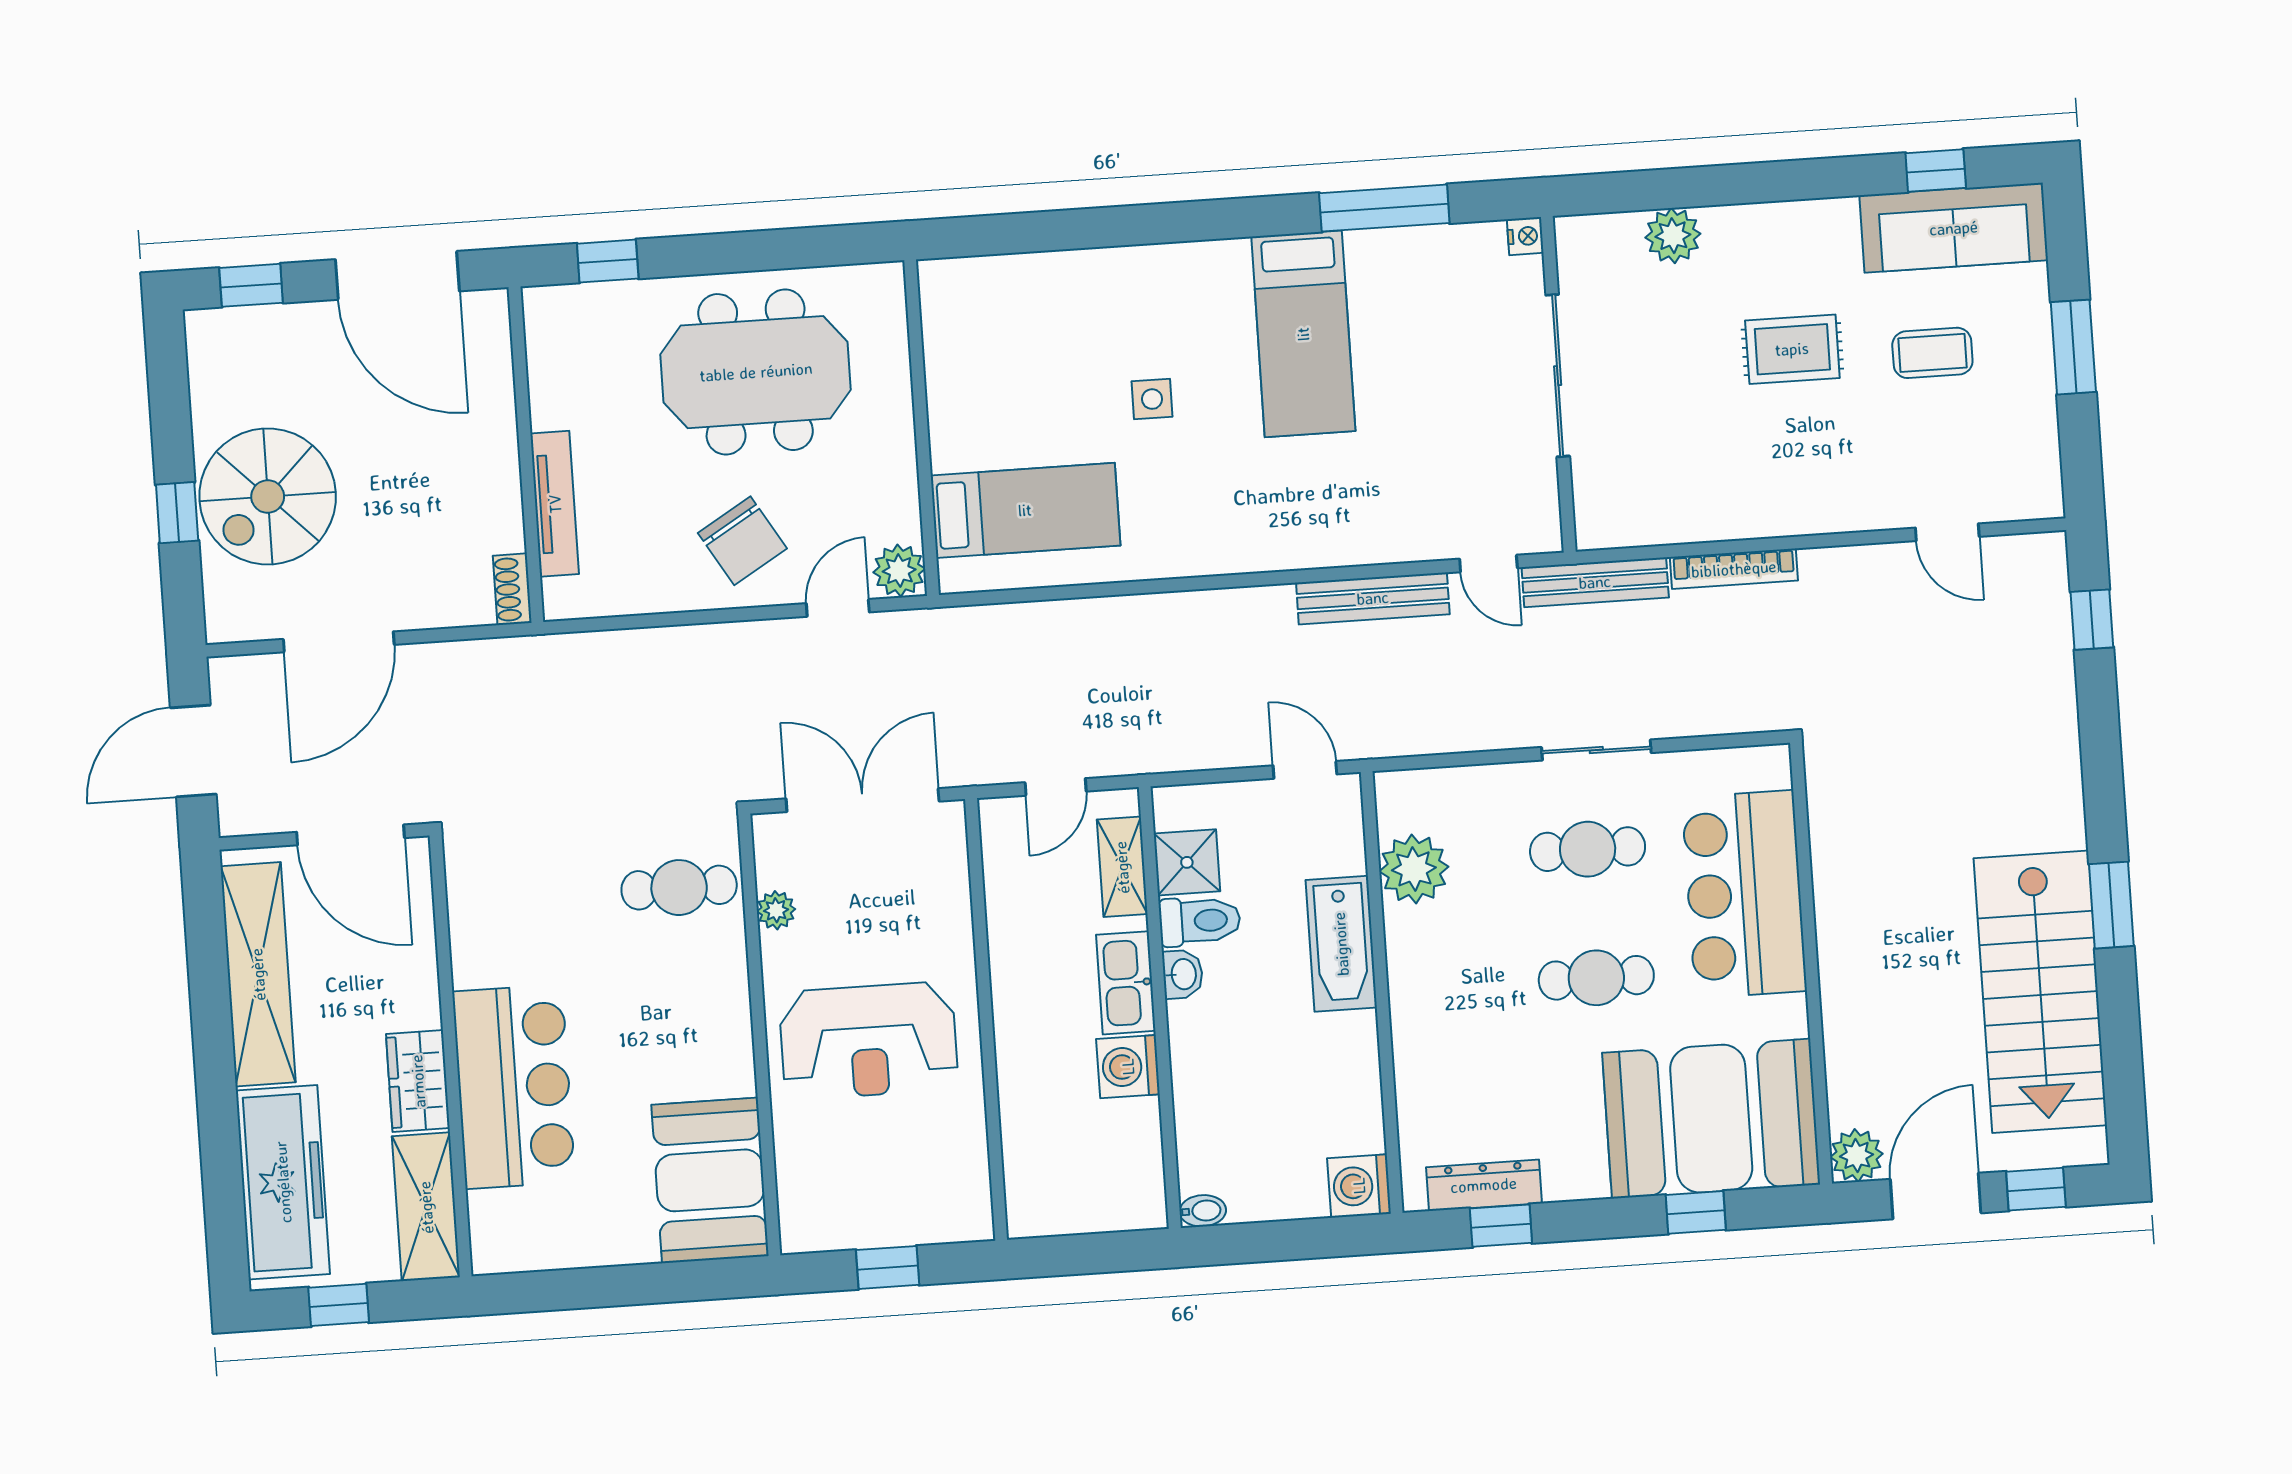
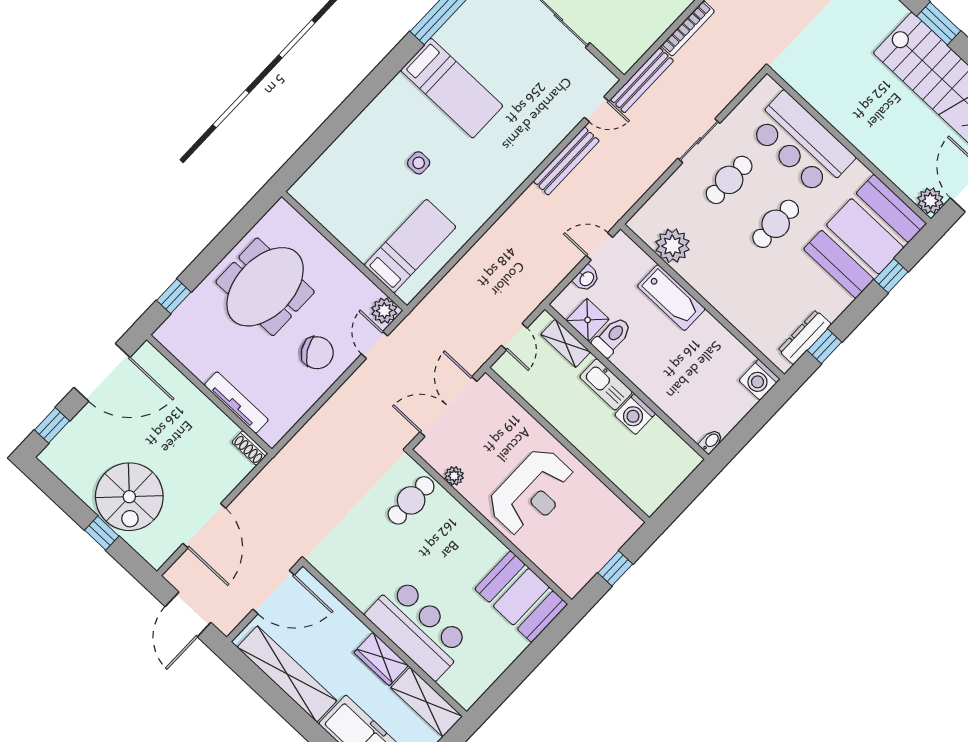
washbasin: (1183, 974) -> (586, 278), moved, turned 90

